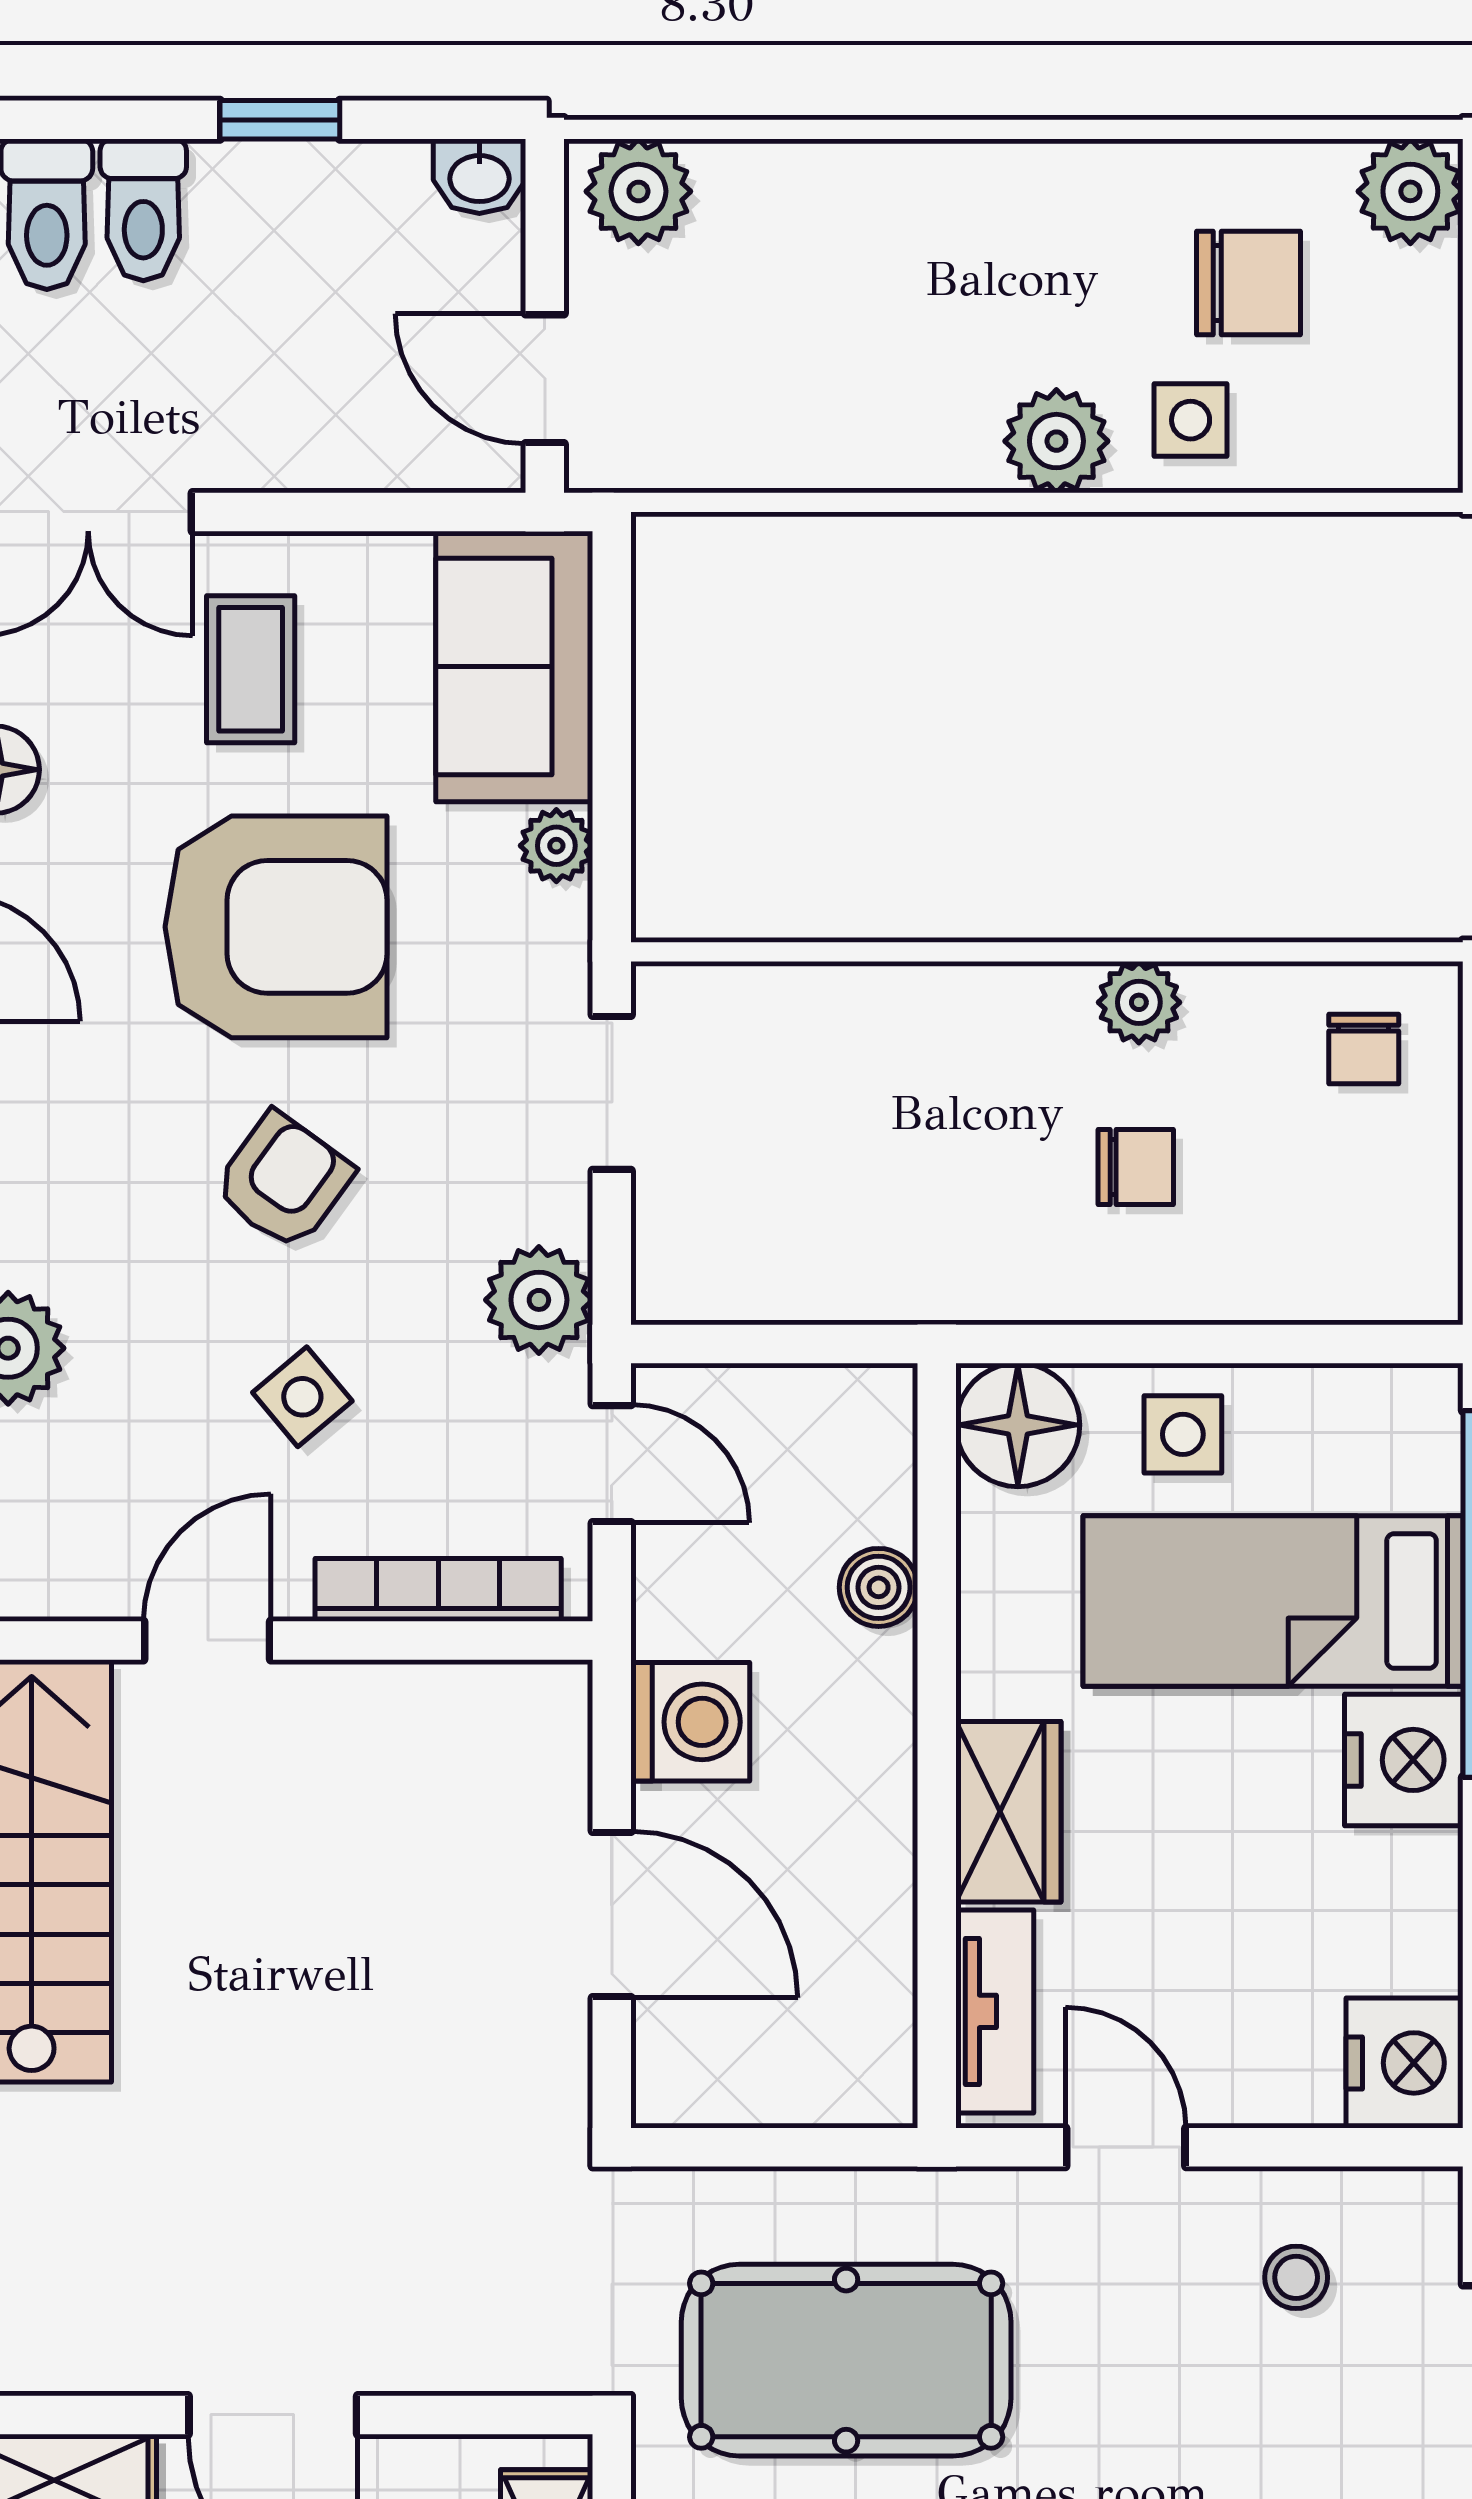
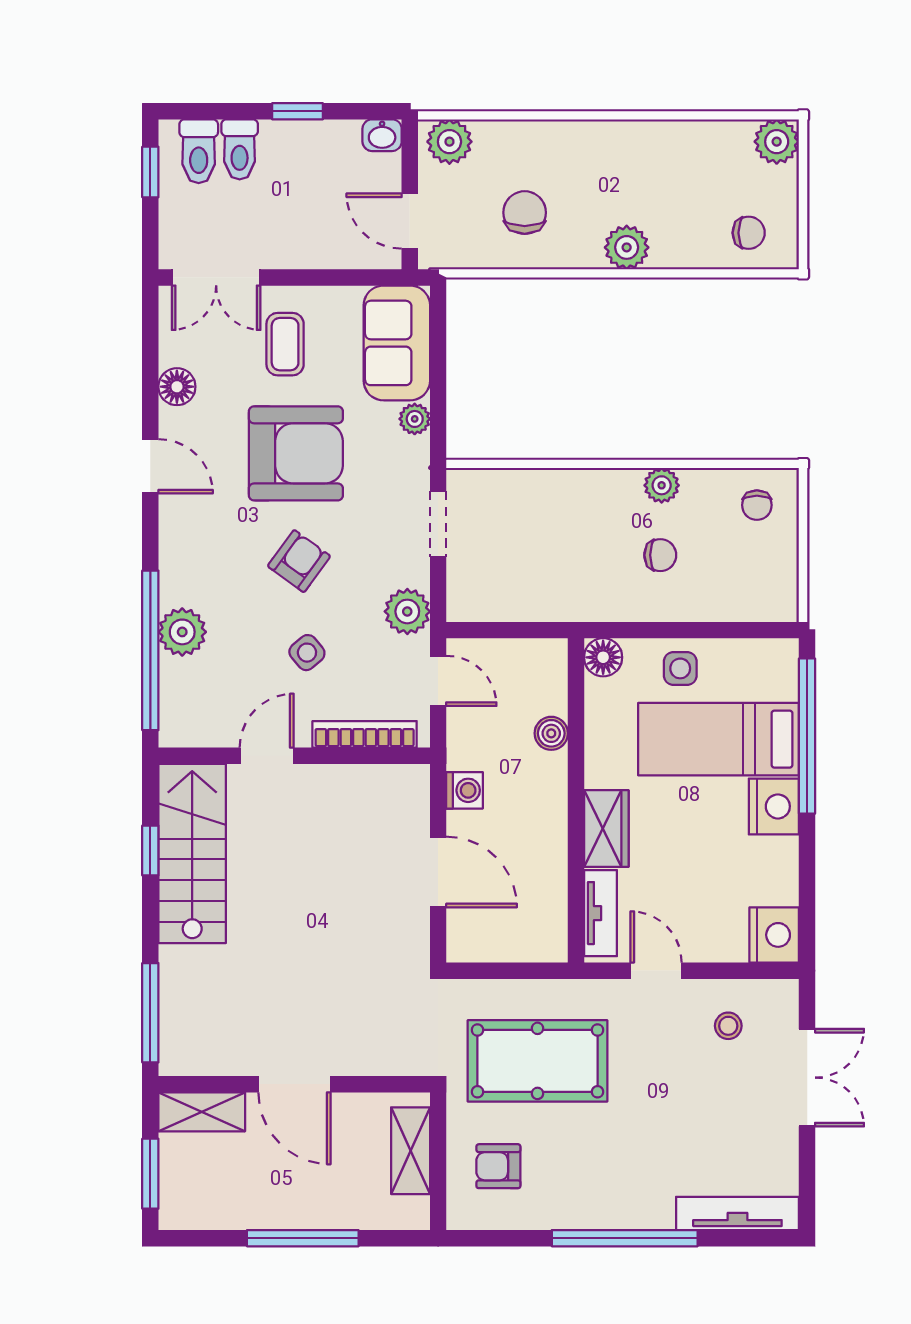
chair: (1248, 283) -> (749, 233), moved, width x0.73, depth x0.73
chair: (816, 359) -> (525, 213), added
side table: (1191, 420) -> (683, 239), removed
floor lamp: (1018, 1425) -> (603, 657), width x0.73, depth x0.73
washing machine: (690, 1722) -> (464, 790), width x0.73, depth x0.73

